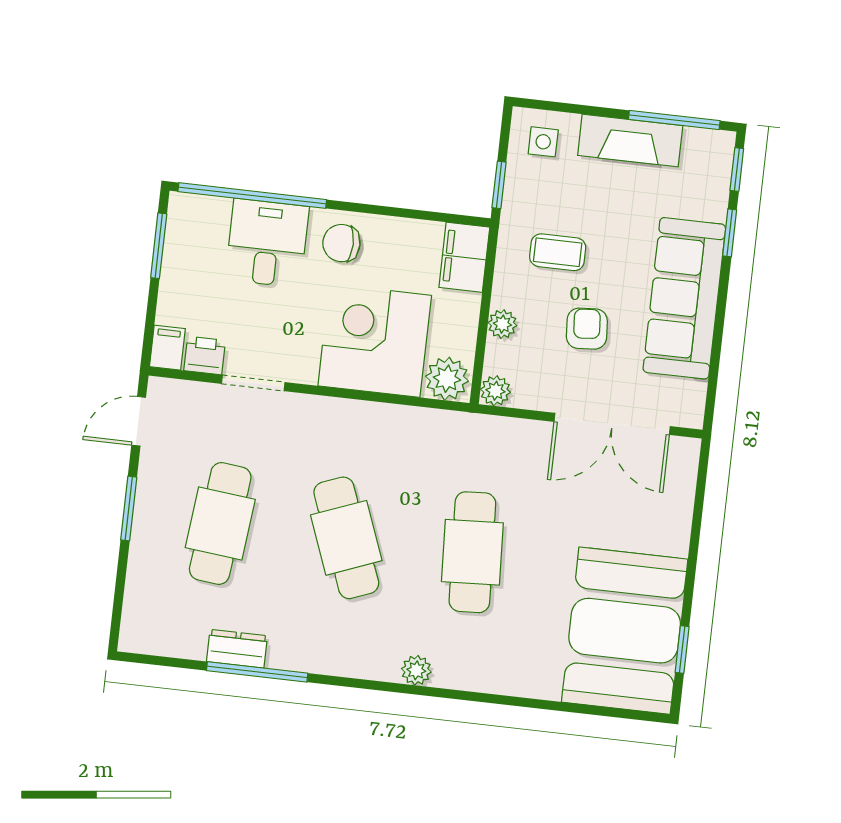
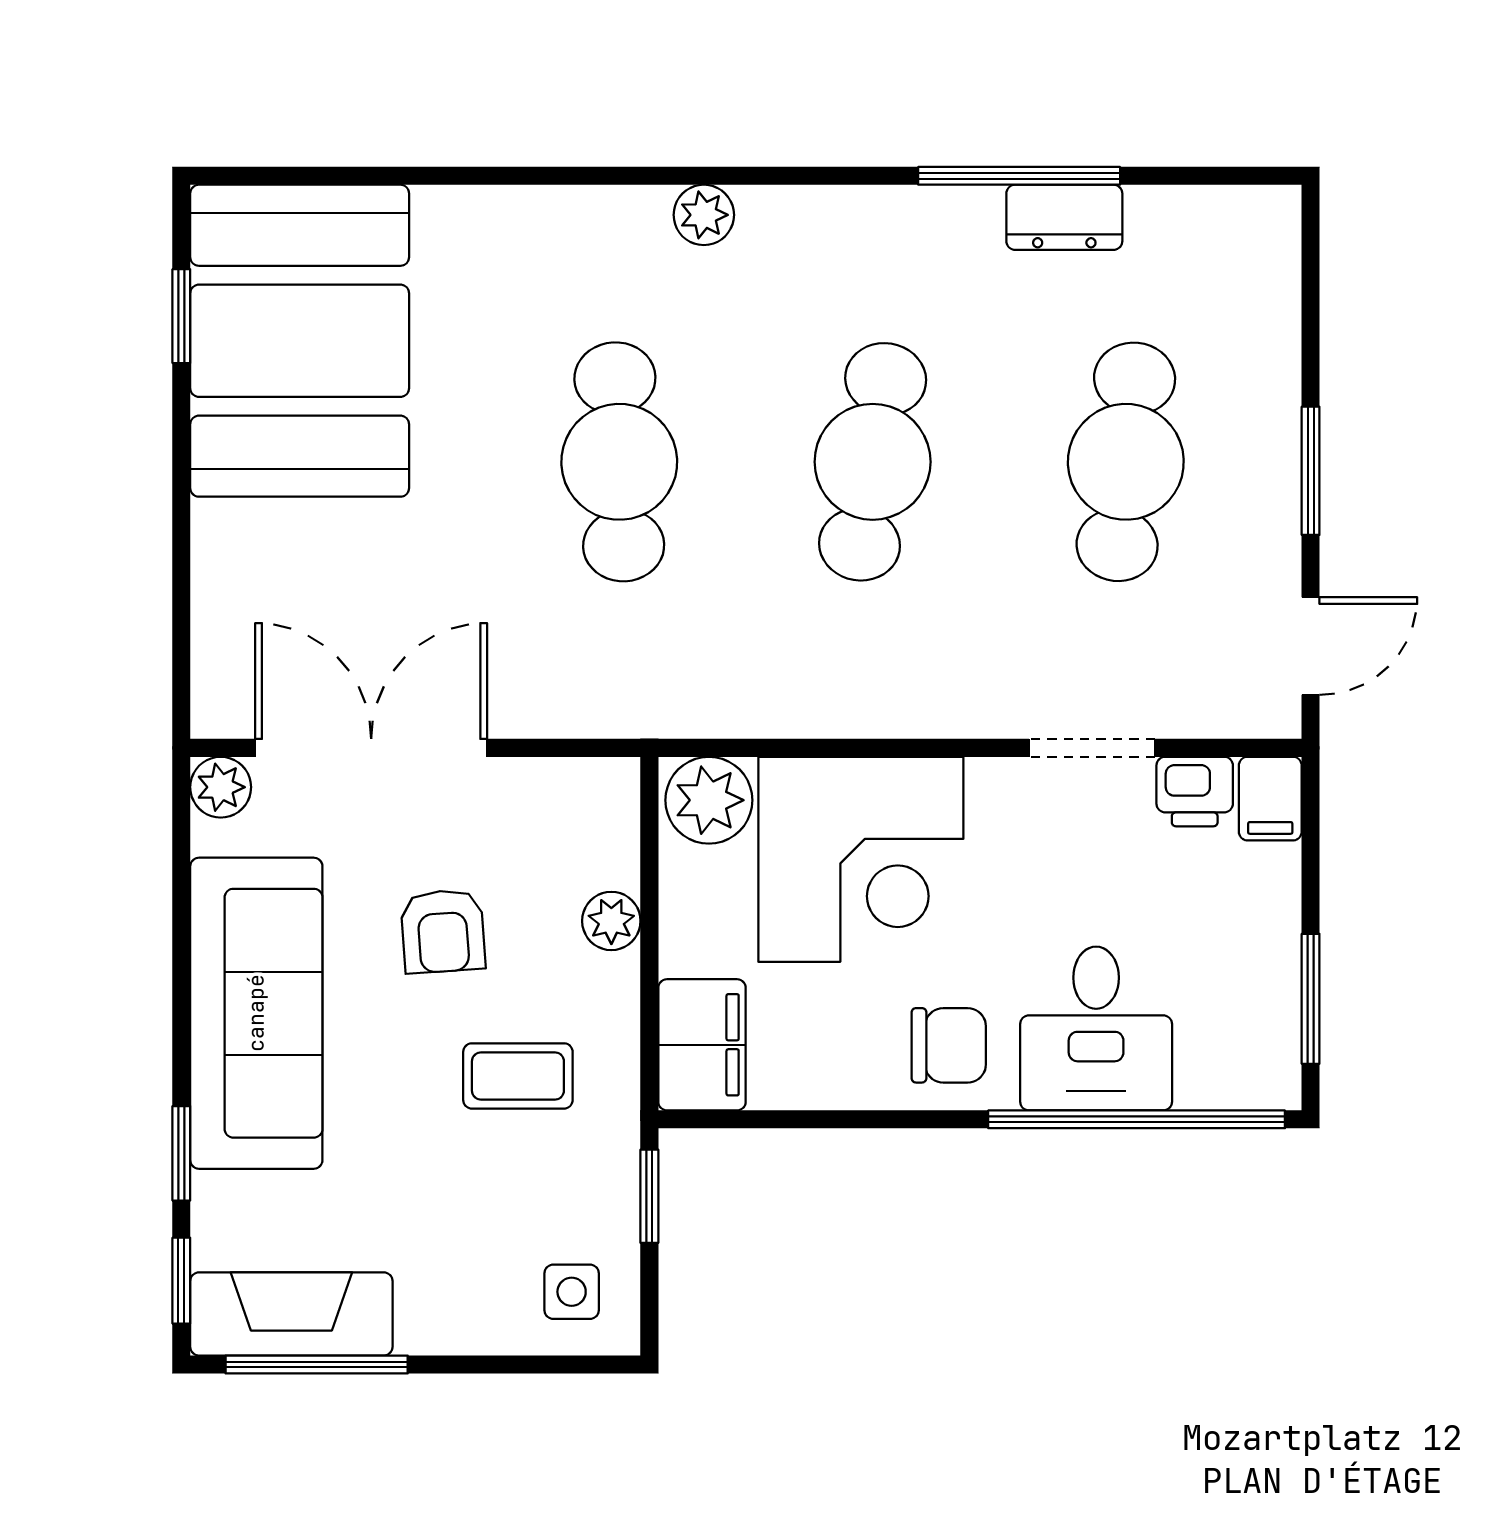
fireplace: (630, 140) -> (291, 1314), moved
plant: (495, 391) -> (221, 787), moved
cafe table: (346, 538) -> (873, 462), turned 30

